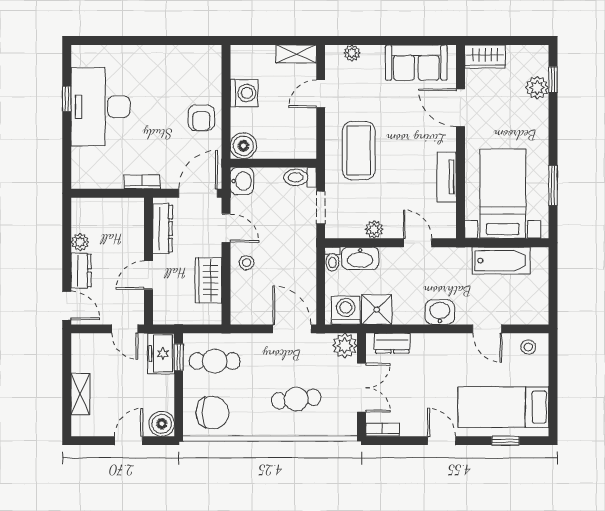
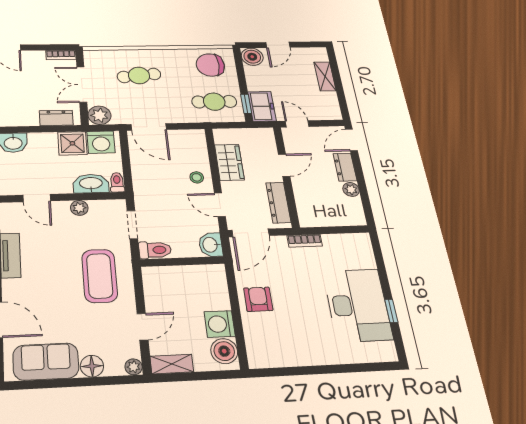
plant: (352, 53) -> (134, 367), moved
floor lamp: (373, 56) -> (92, 366), added
boiler: (243, 146) -> (224, 351), moved
door: (67, 306) -> (351, 140), hinge flipped

